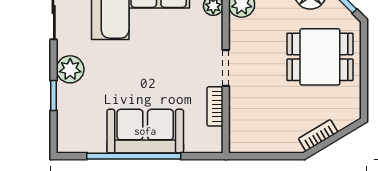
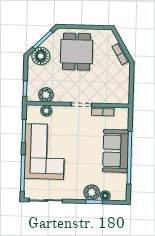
plant: (70, 69) -> (92, 192), moved
floor lamp: (65, 115) -> (105, 196), added

